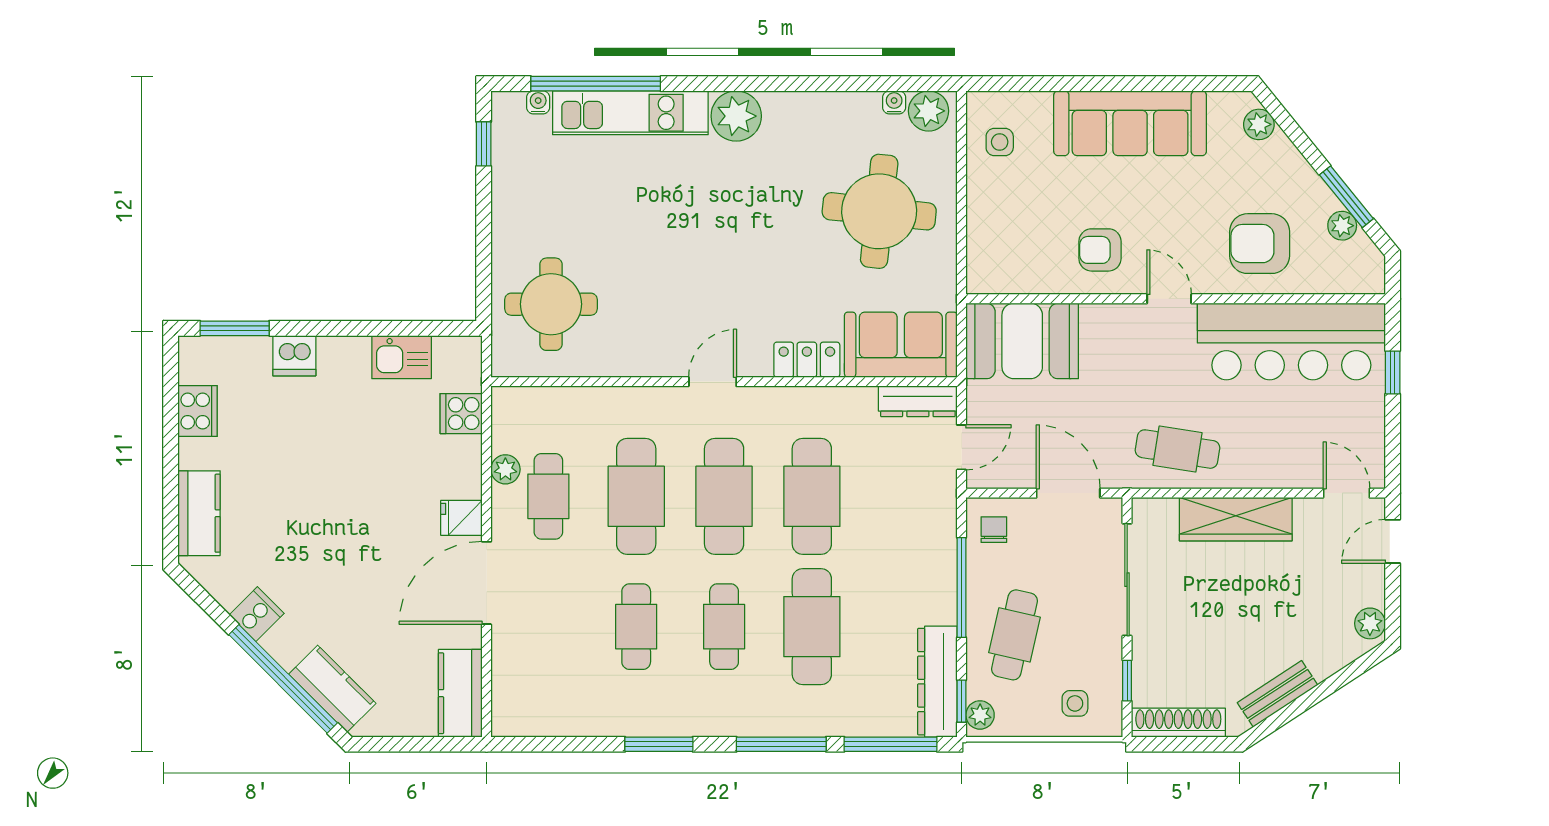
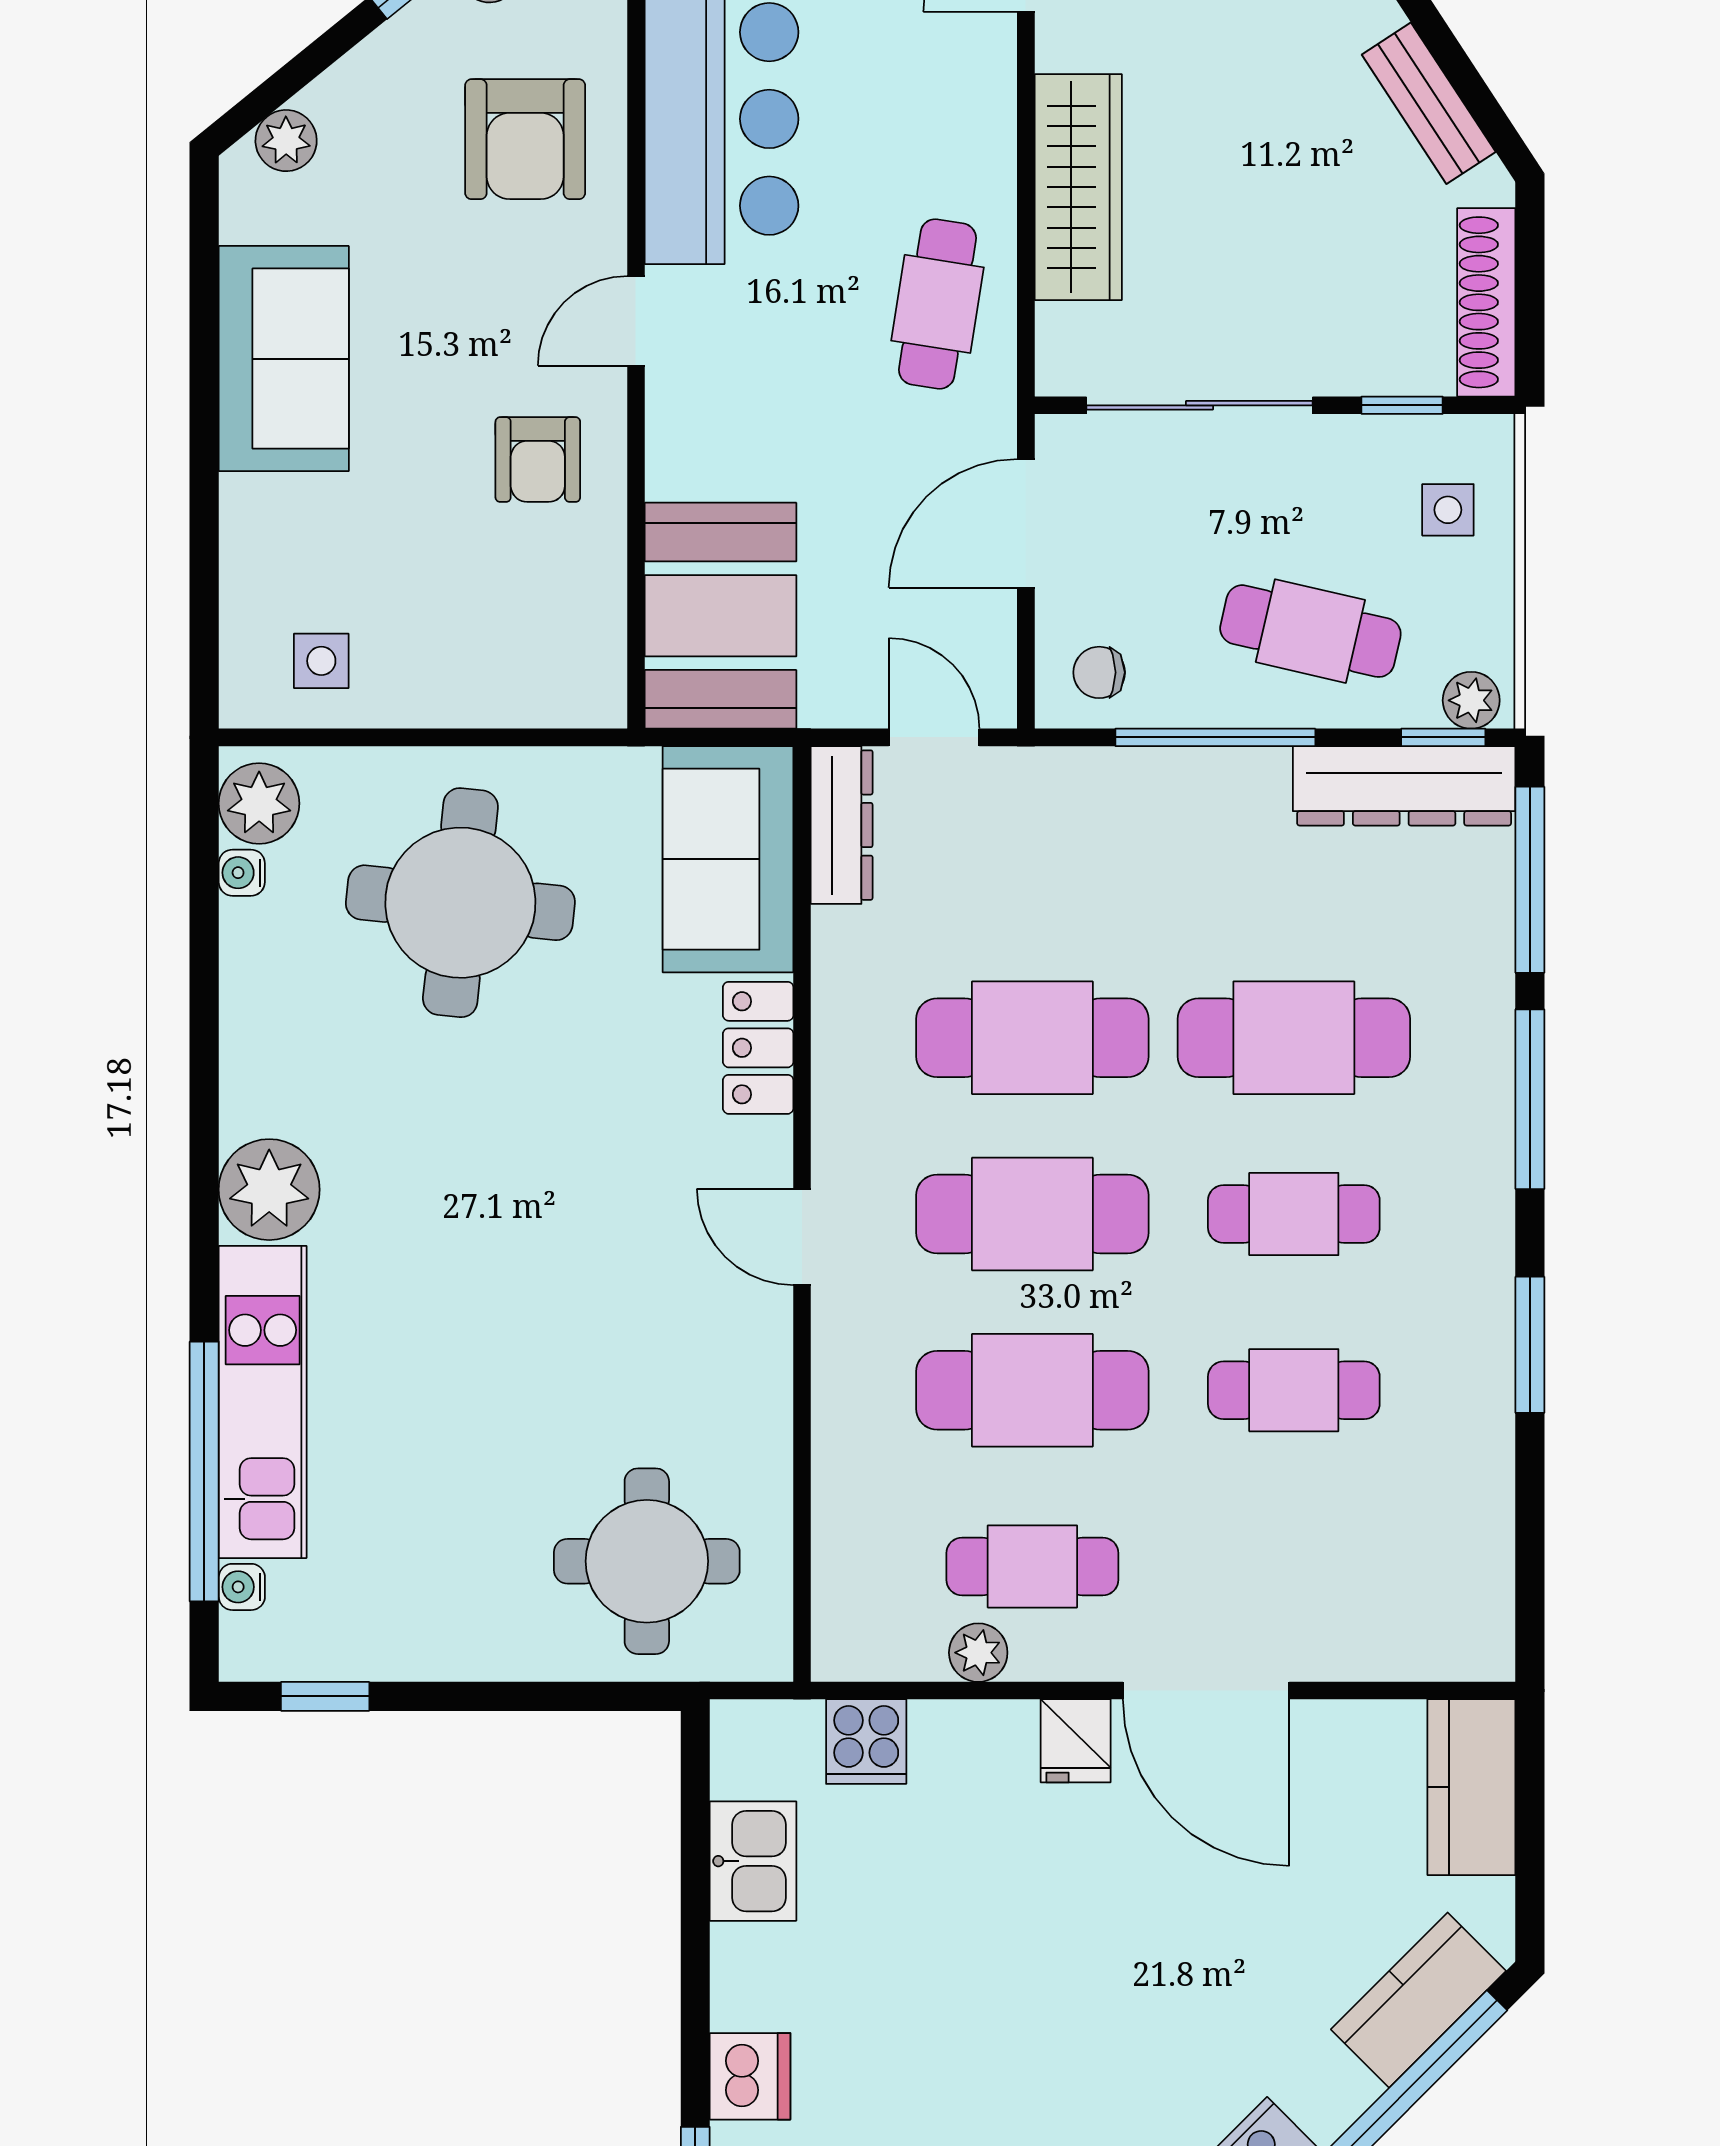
sofa: (1130, 123) -> (284, 359), width x0.73
kitchen counter: (460, 693) -> (1471, 1787), moved, turned 90

